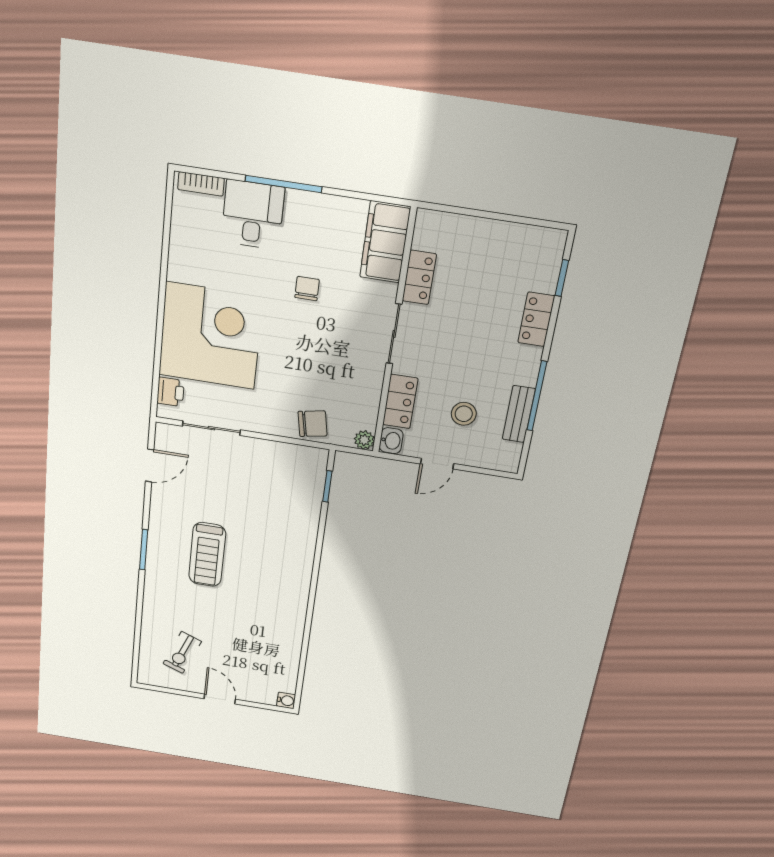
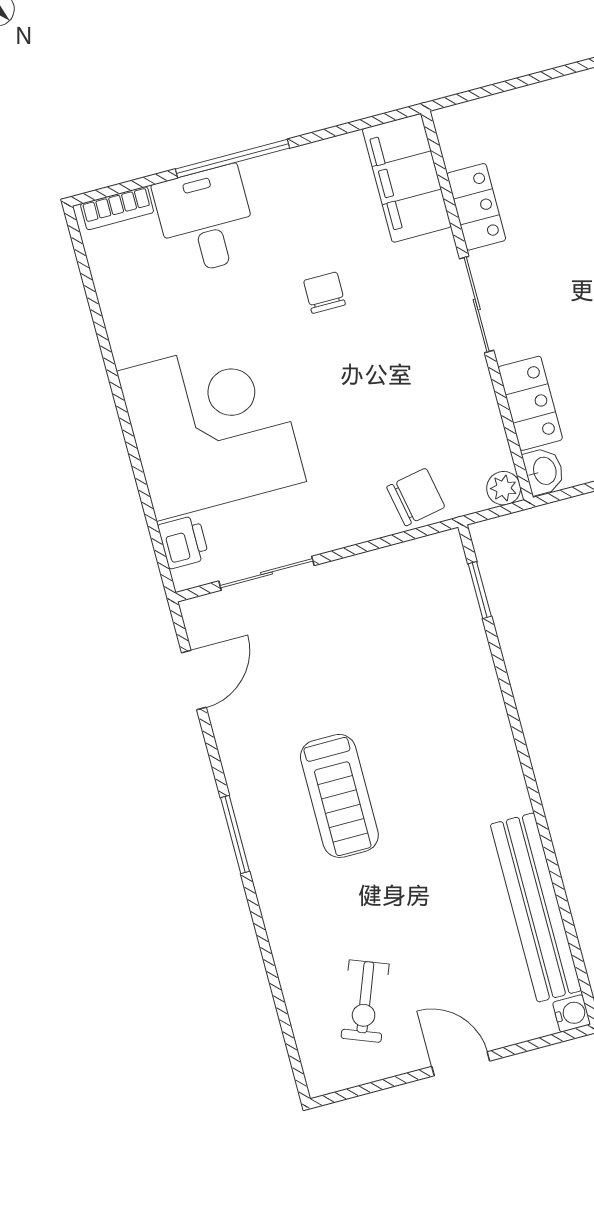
bench: (289, 648) -> (536, 907), added

